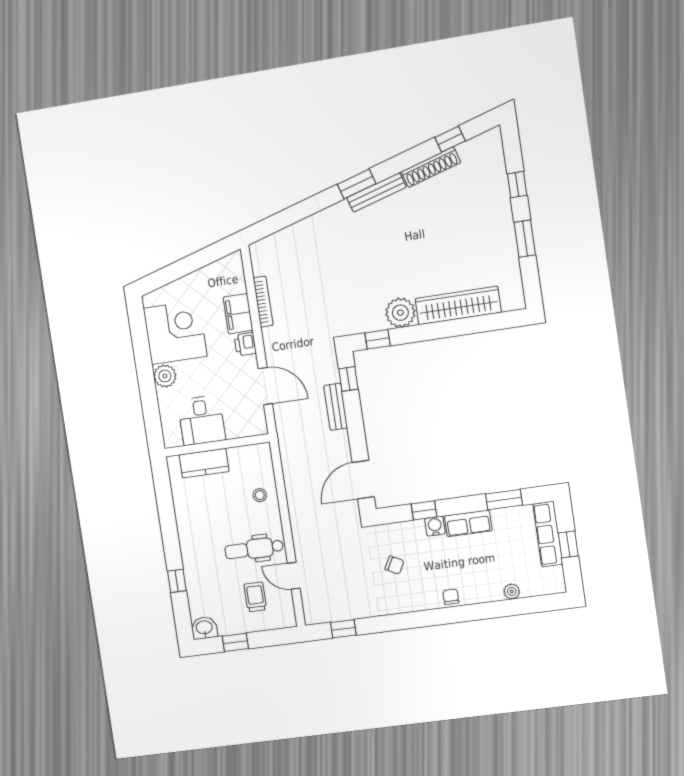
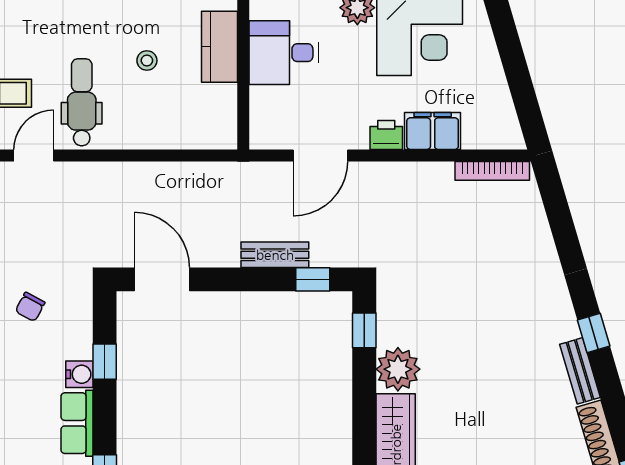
window: (357, 184) -> (594, 333), width x0.67
bench: (376, 192) -> (580, 371), width x0.73
bookcase: (263, 302) -> (492, 171), moved
stool: (260, 495) -> (147, 60), moved

